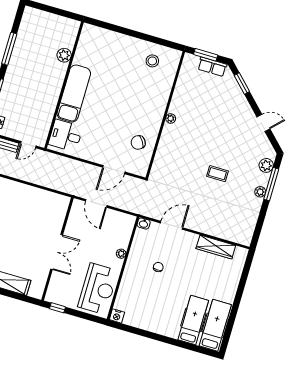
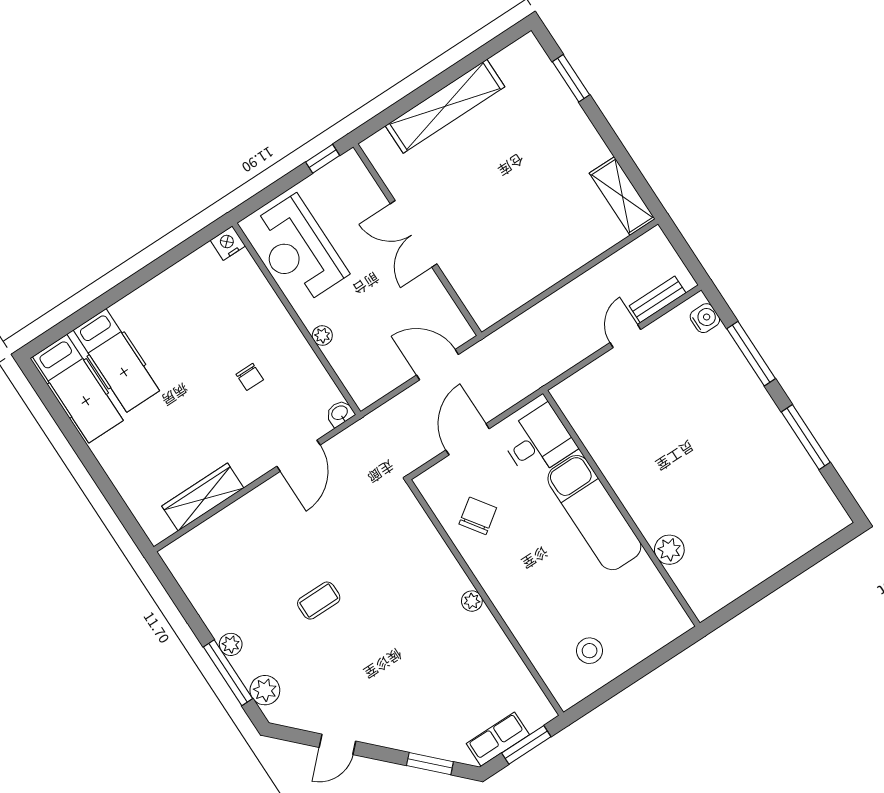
plant: (64, 55) -> (669, 550), moved
wall: (64, 85) -> (621, 508), moved
exam couch: (74, 94) -> (594, 513), moved
desk: (66, 136) -> (538, 442), moved

